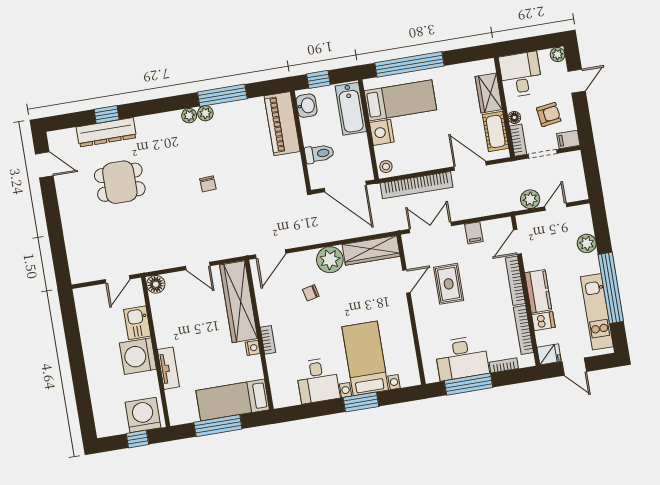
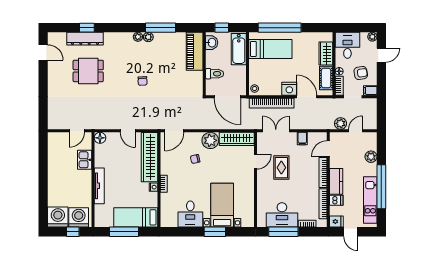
nightstand: (382, 132) -> (289, 89), moved, turned -90
washing machine: (138, 356) -> (58, 217), moved, turned 90
tv unit: (168, 368) -> (99, 186), width x1.41

